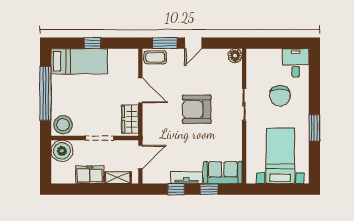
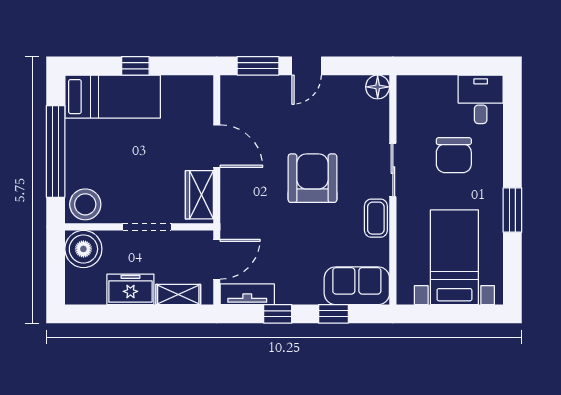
coffee table: (155, 57) -> (376, 218), moved, turned 90
armchair: (197, 109) -> (312, 178), turned 90
tv unit: (187, 178) -> (247, 294), moved

